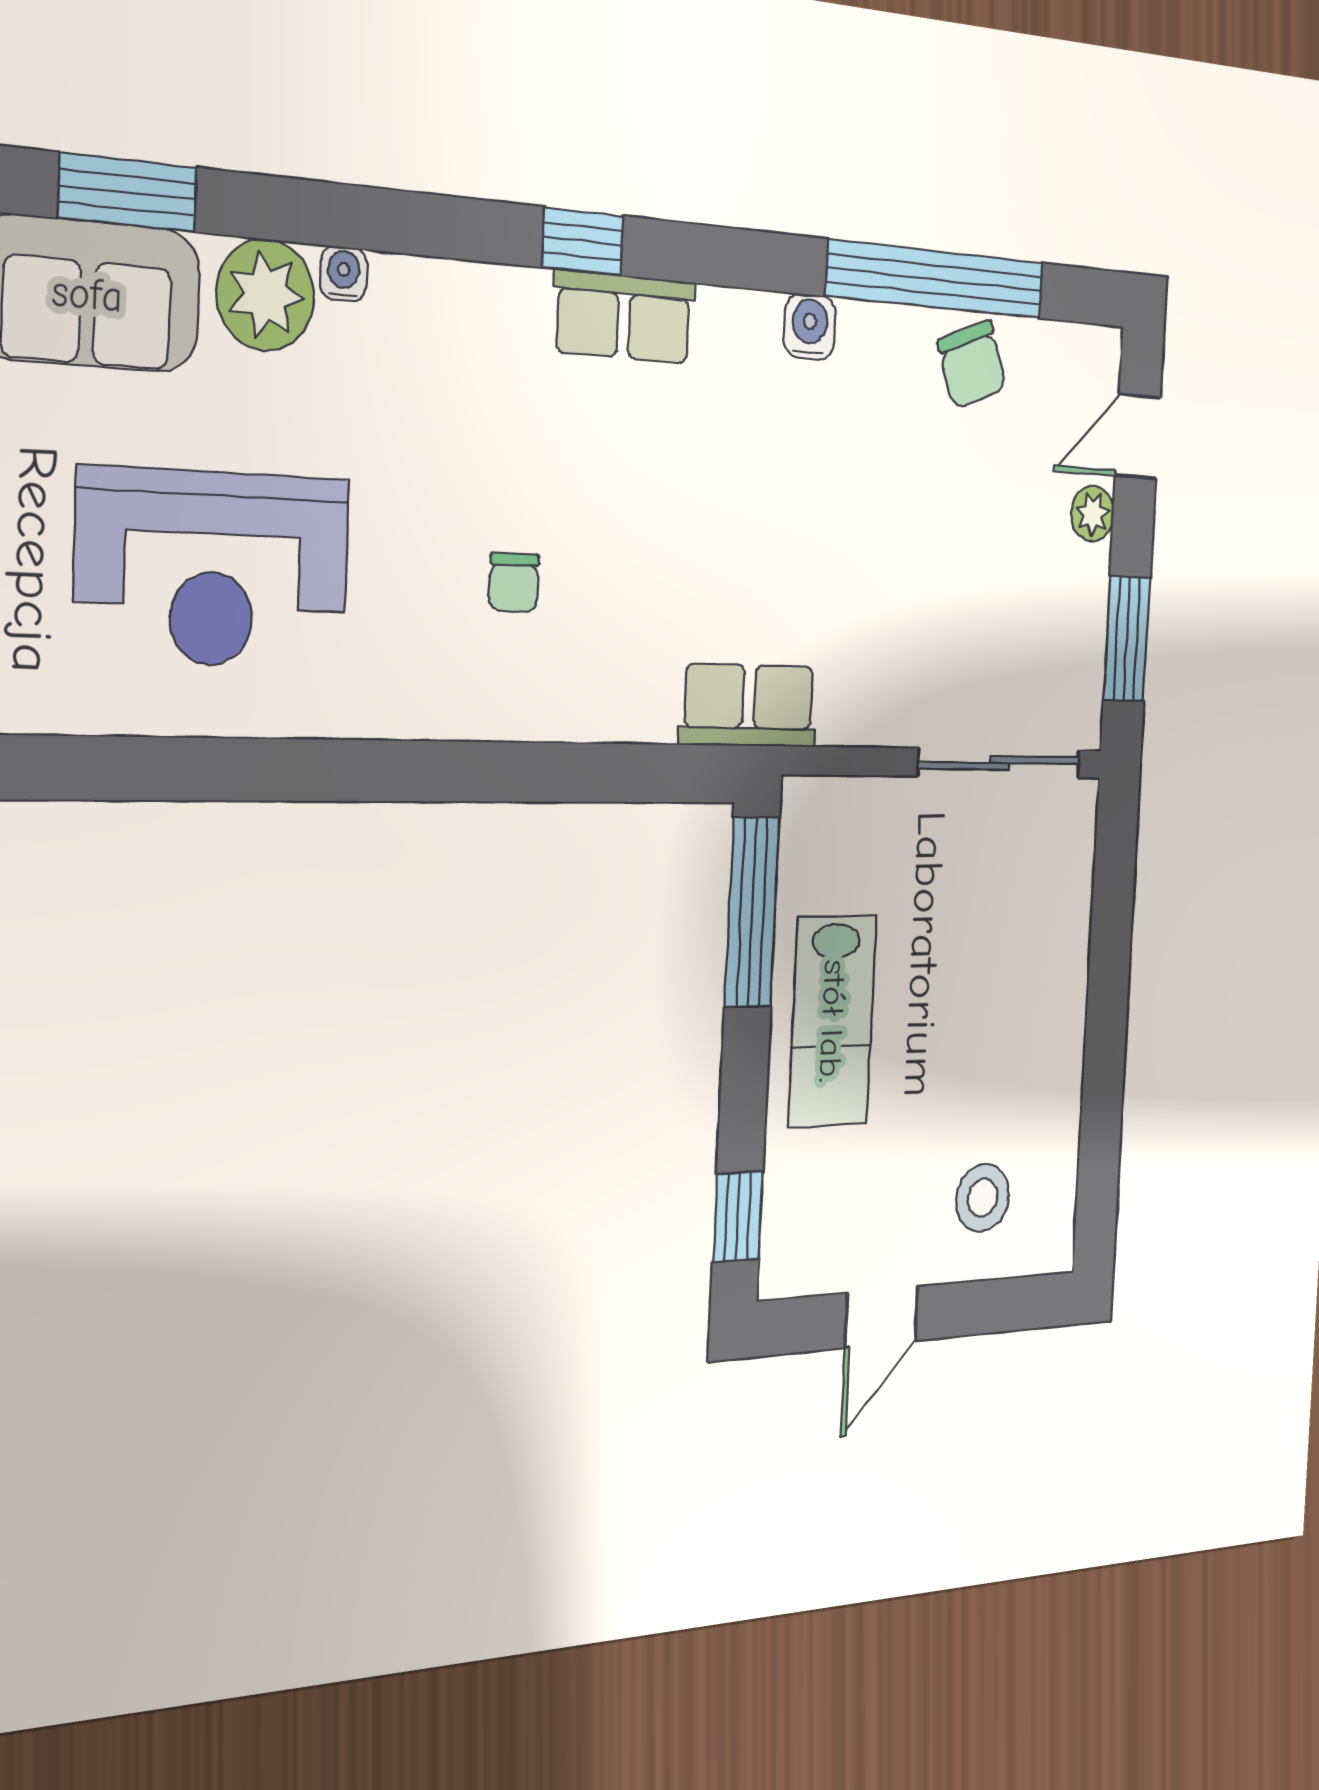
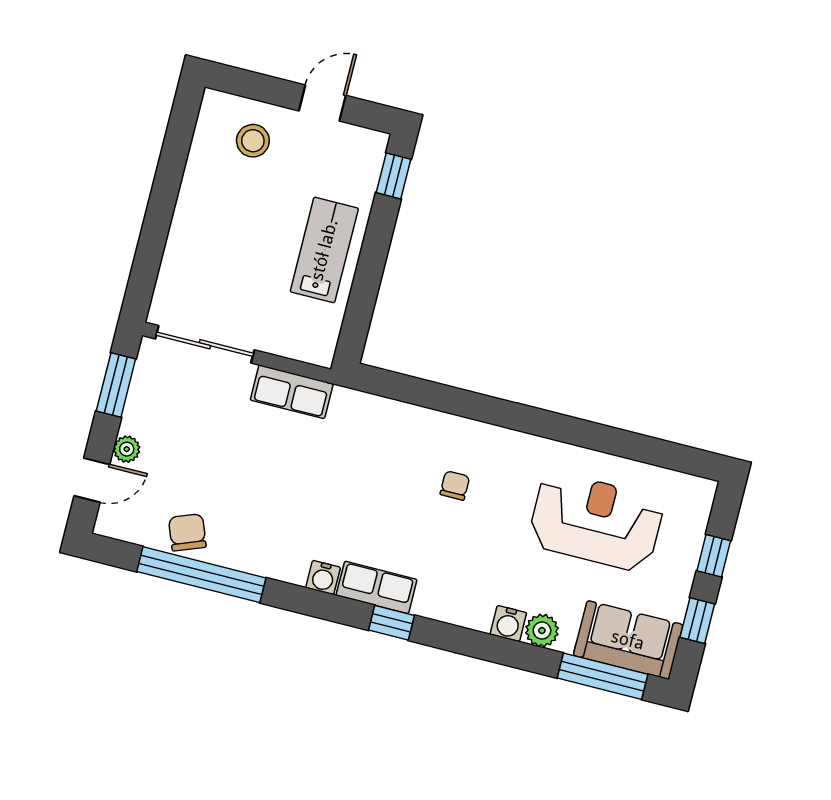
window: (128, 193) -> (603, 676), width x1.44
water cooler: (344, 274) -> (508, 624), width x1.38, depth x1.38
plant: (266, 295) -> (542, 631), width x0.73, depth x0.73
water cooler: (810, 327) -> (323, 577), moved
row of seats: (749, 705) -> (292, 392), moved
window: (752, 912) -> (359, 312), removed

